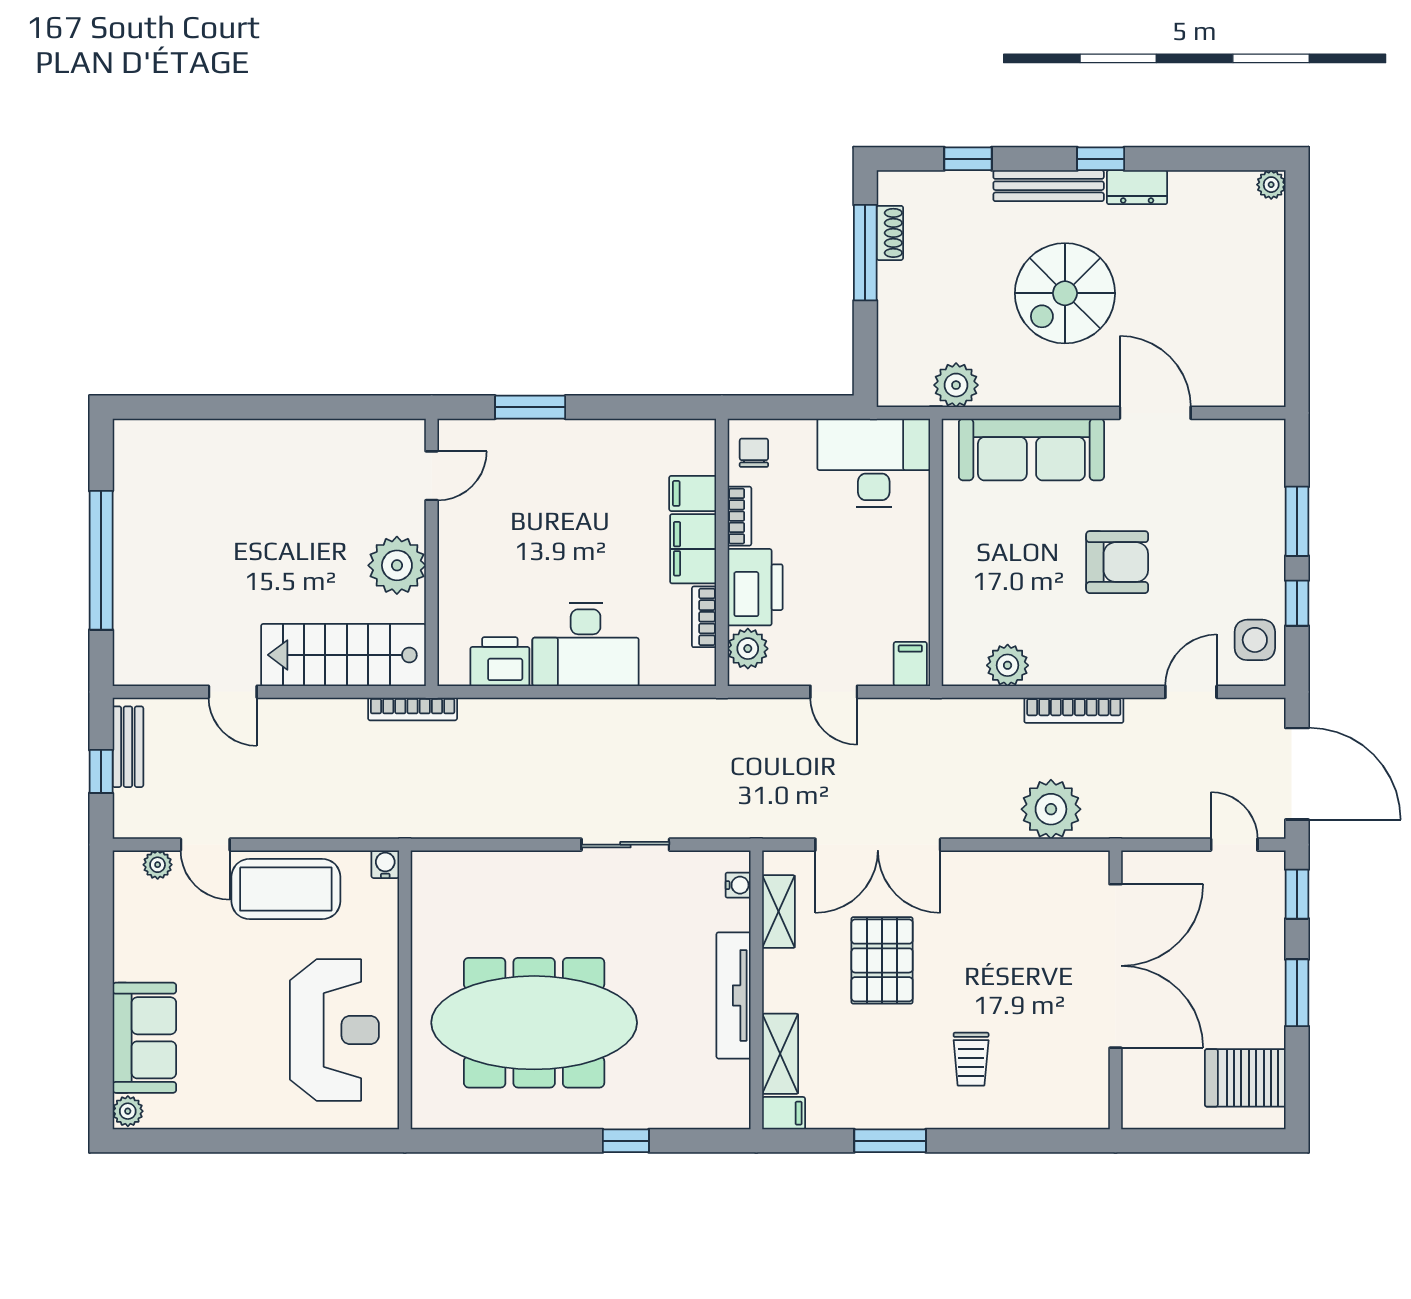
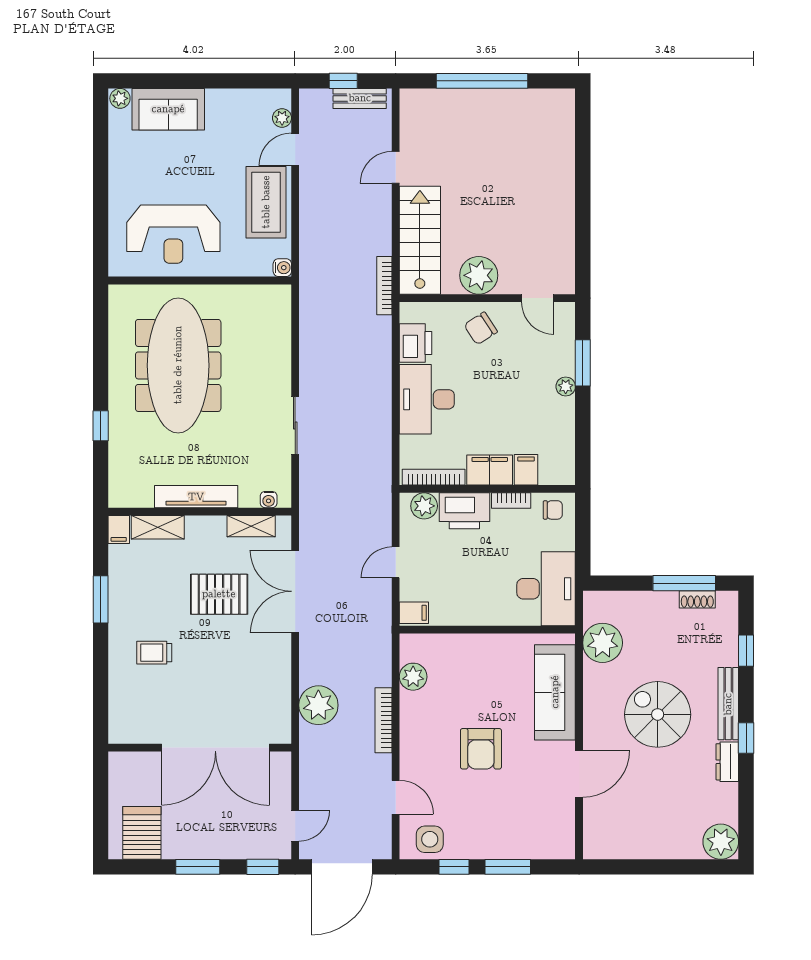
plant: (1271, 185) -> (721, 842), width x1.87, depth x1.87
plant: (956, 385) -> (603, 643), width x1.36, depth x1.36
plant: (566, 433) -> (566, 386), added
chair: (478, 562) -> (481, 328), added
bookcase: (704, 617) -> (434, 477), width x1.56

